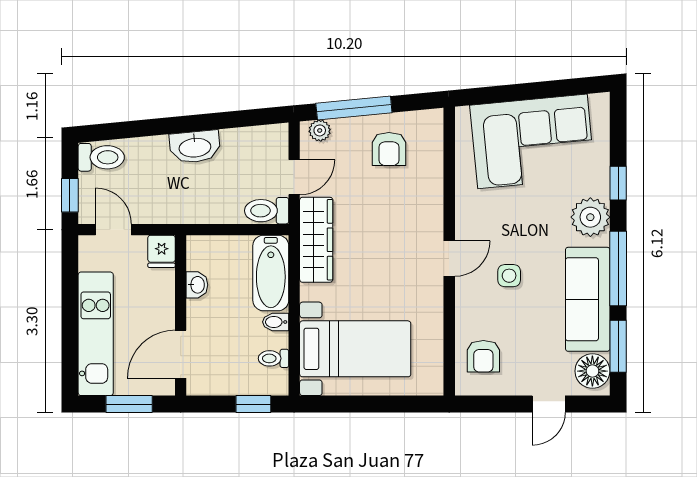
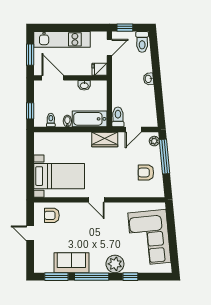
washbasin: (195, 147) -> (148, 79), width x0.52, depth x0.69
door: (294, 177) -> (133, 129), hinge flipped
wardrobe: (316, 240) -> (105, 139), width x0.67
side table: (509, 276) -> (88, 227), removed
sofa: (588, 299) -> (71, 263), width x0.73
bed with nightstands: (355, 349) -> (59, 176), moved, turned -90
floor lamp: (592, 371) -> (45, 265), removed
door: (549, 404) -> (30, 233), moved

